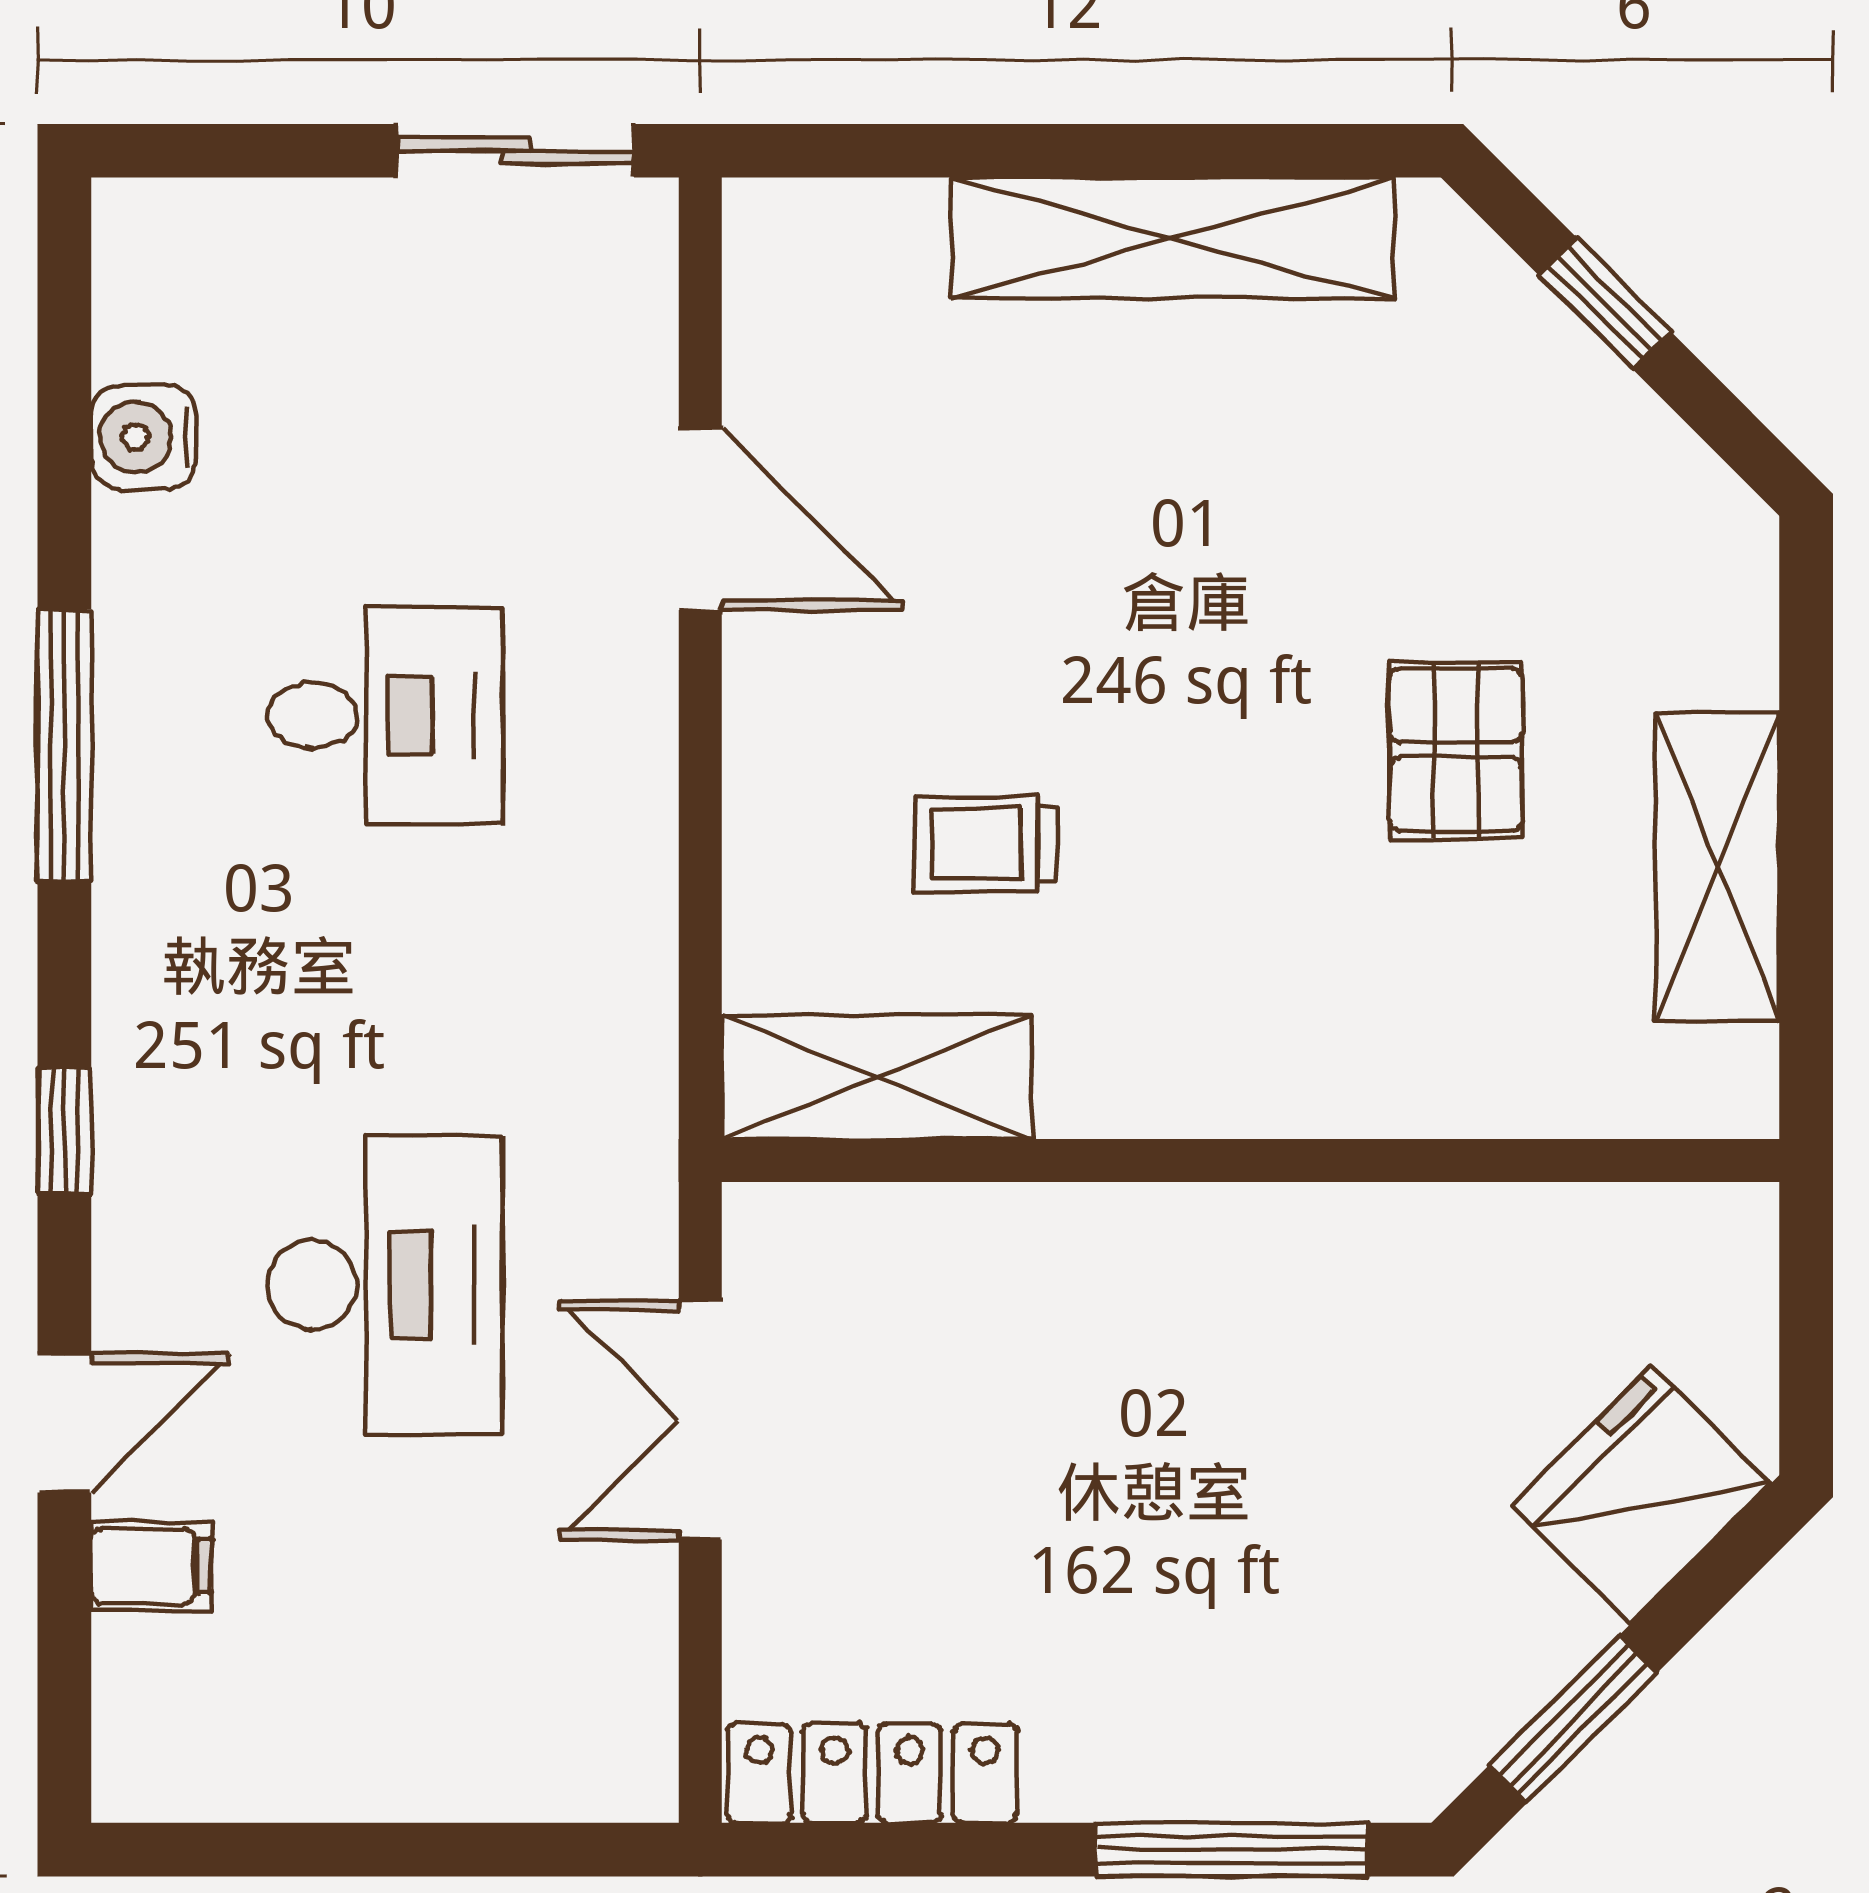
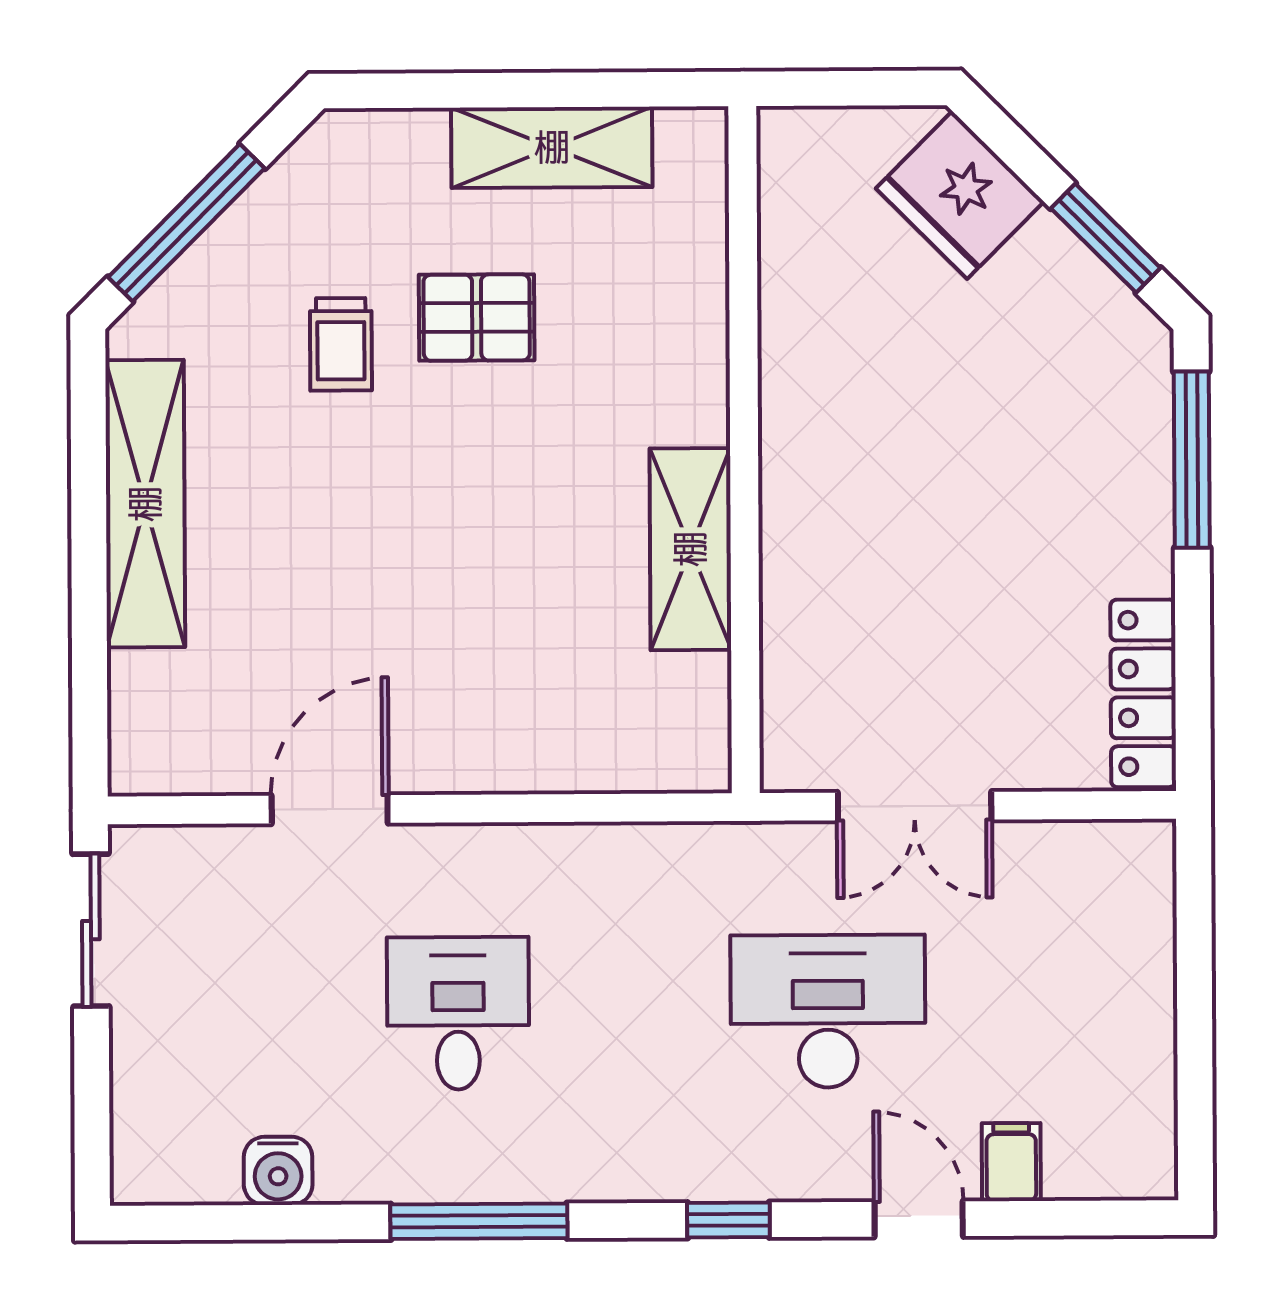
window: (1605, 303) -> (186, 223), width x2.17
trolley: (986, 844) -> (341, 344), moved
shelving: (877, 1077) -> (690, 549), moved

